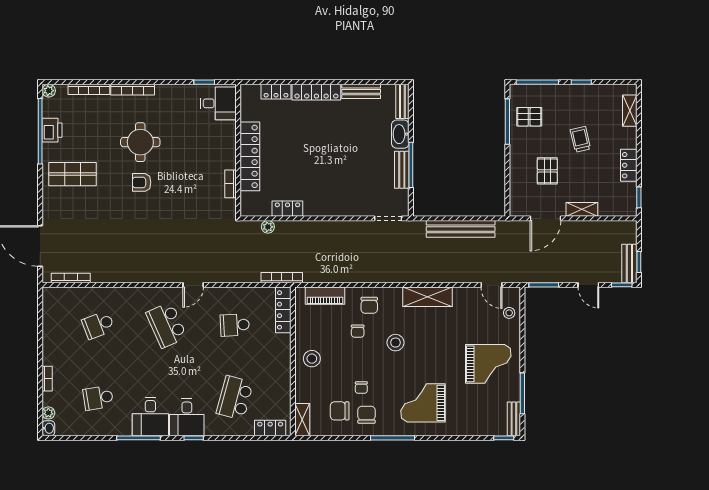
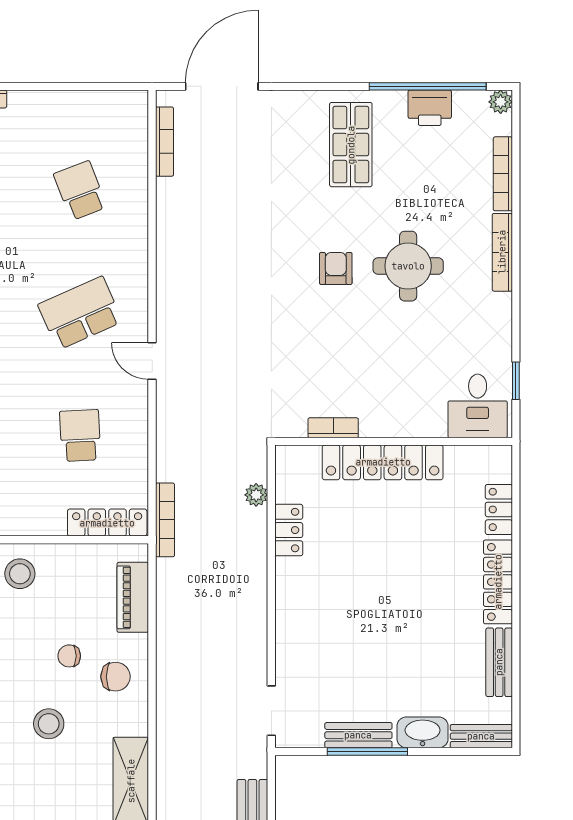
chair: (369, 305) -> (115, 677), turned 180

